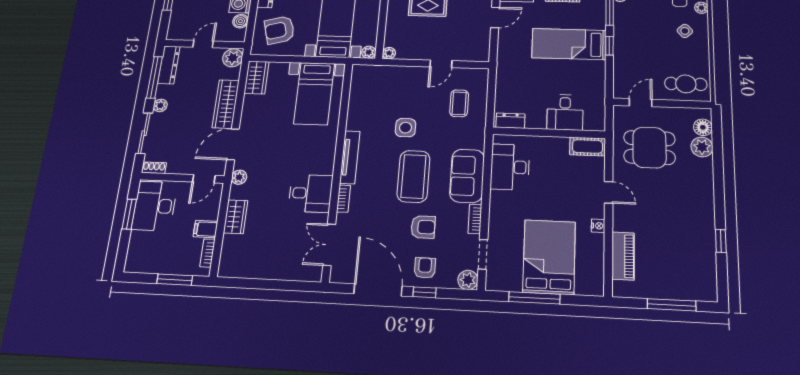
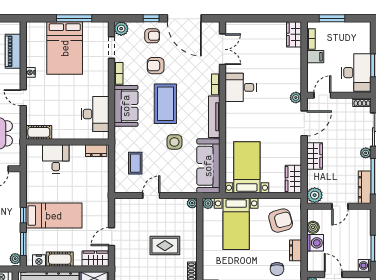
sofa: (364, 97) -> (208, 166), added
wardrobe: (226, 104) -> (315, 156), width x0.67
wardrobe: (236, 217) -> (294, 34), moved
armchair: (425, 268) -> (152, 36), turned -90

